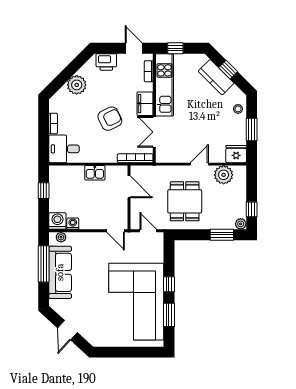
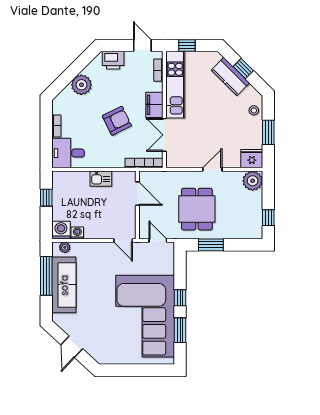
plant: (224, 175) -> (253, 181), moved
plant: (241, 224) -> (257, 233), removed
window: (222, 235) -> (211, 245), moved

